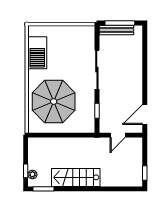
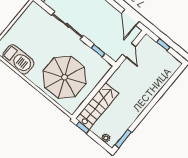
window: (26, 171) -> (83, 128), moved
window: (145, 173) -> (163, 45), moved
stairs: (76, 177) -> (97, 106), moved, turned 180

